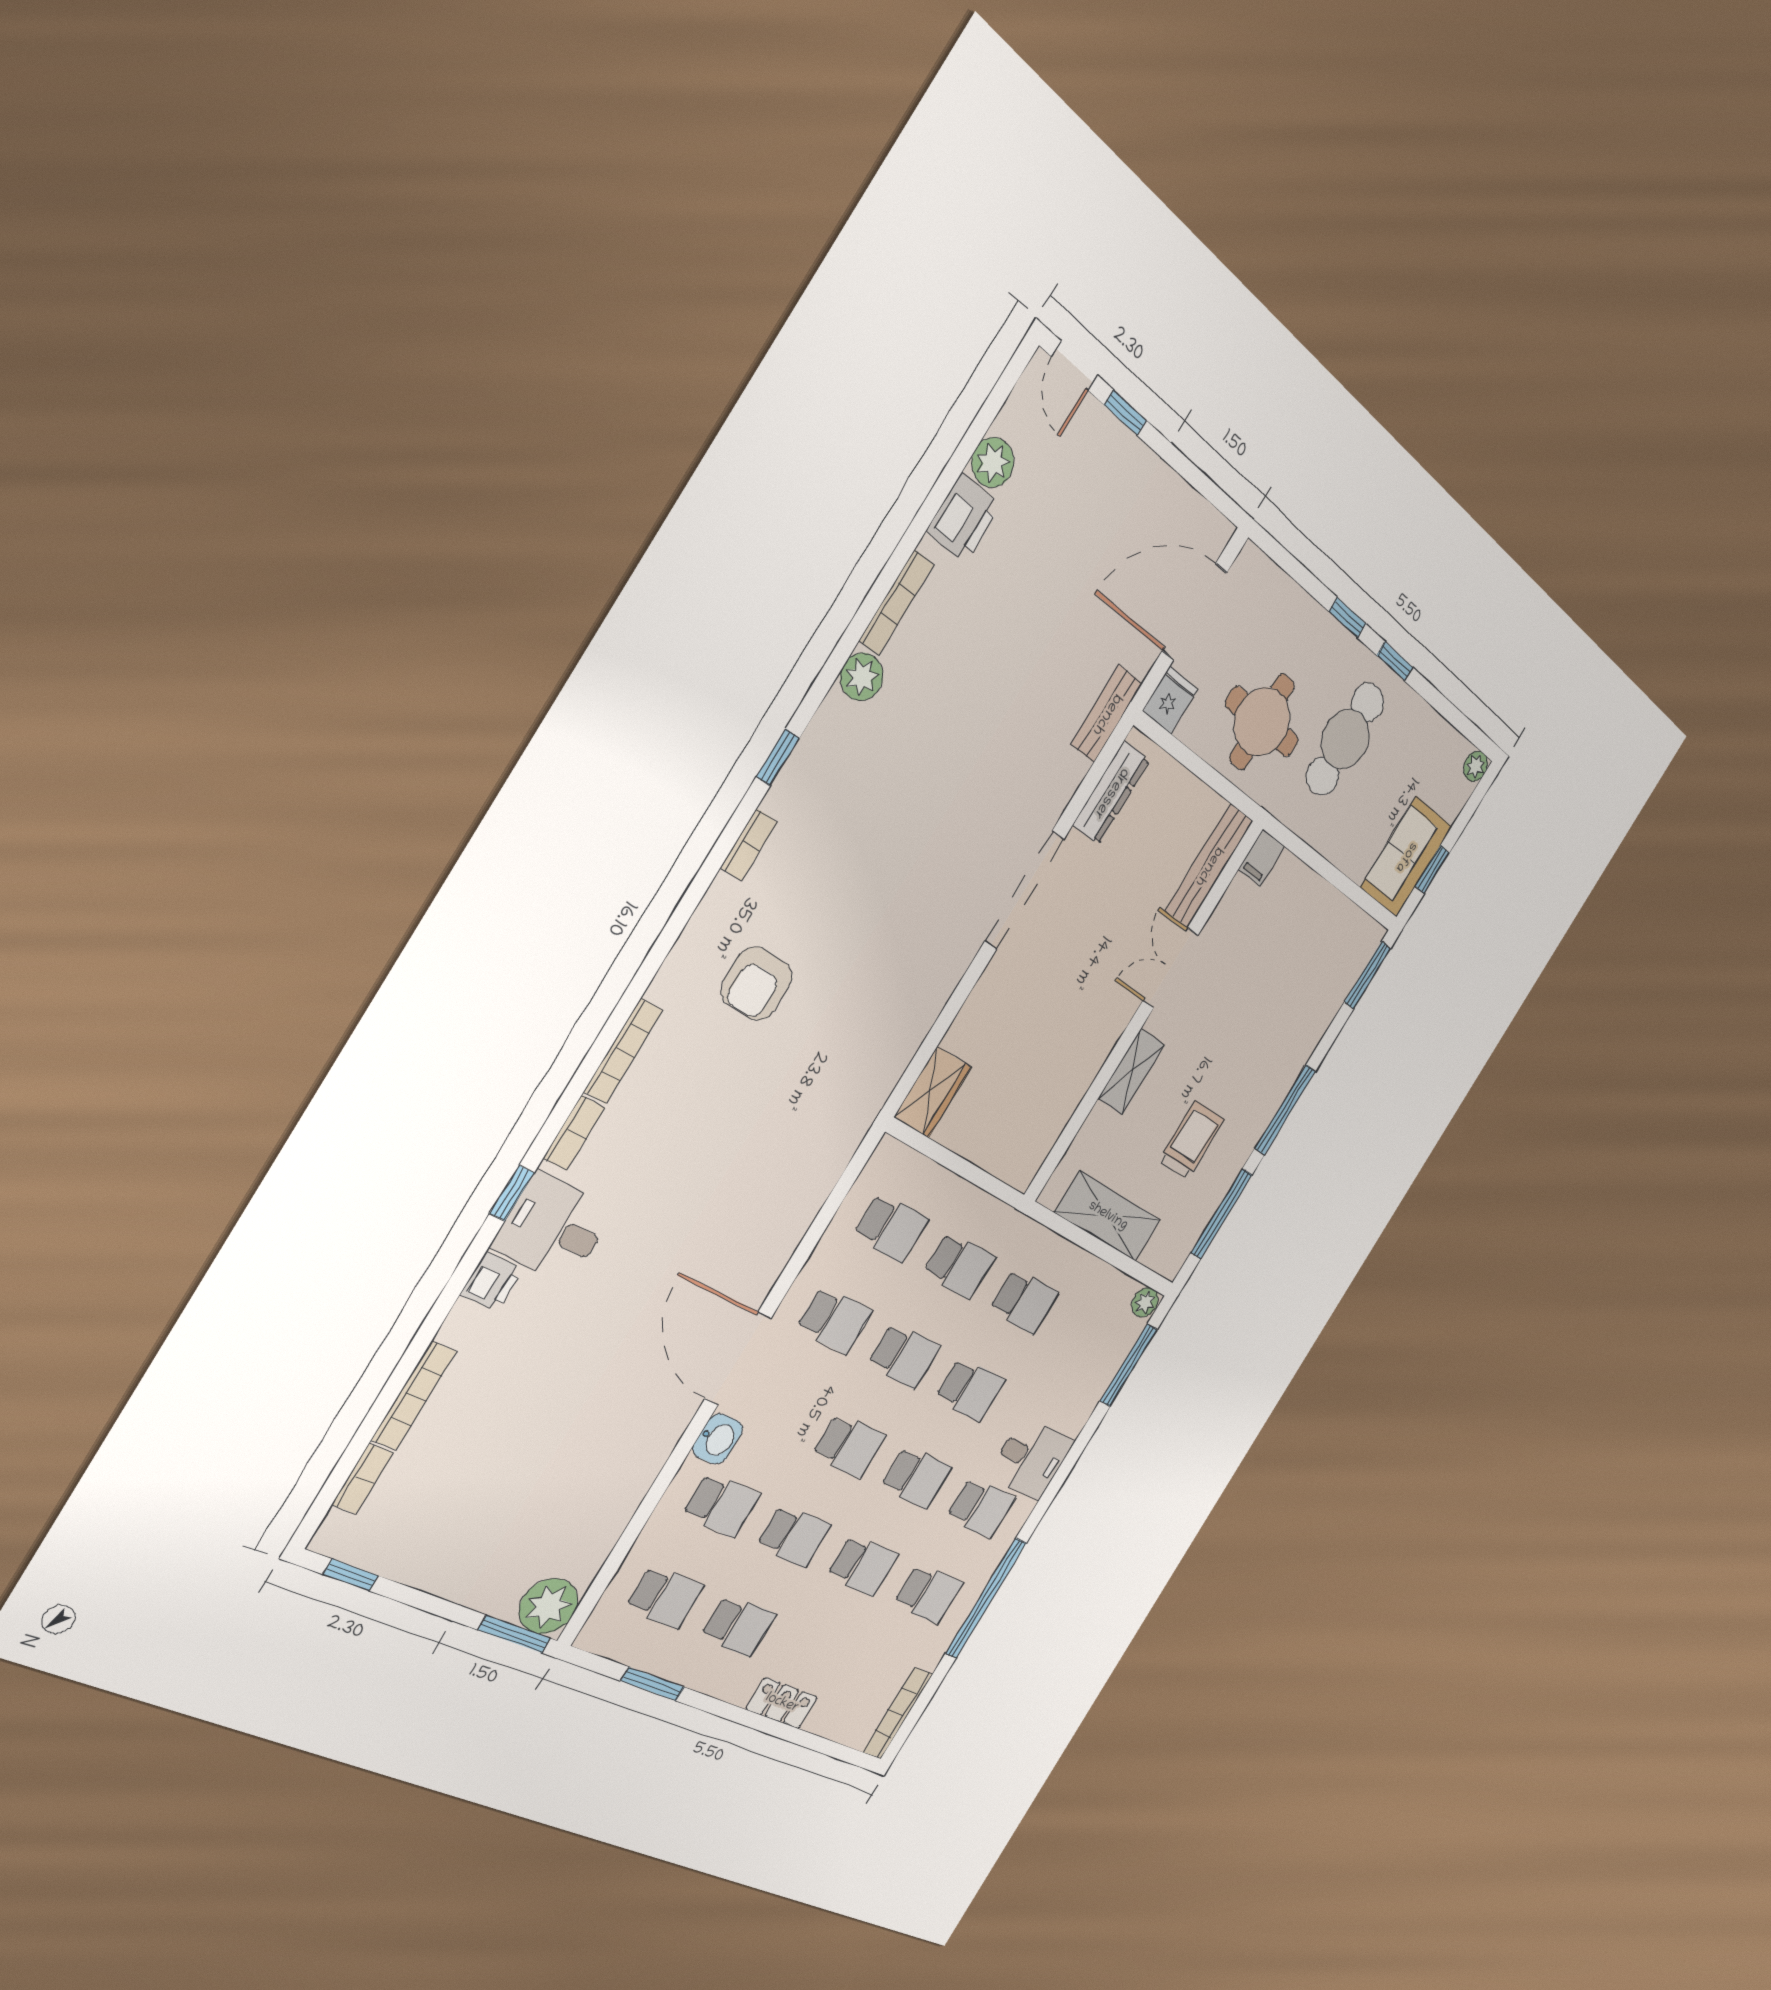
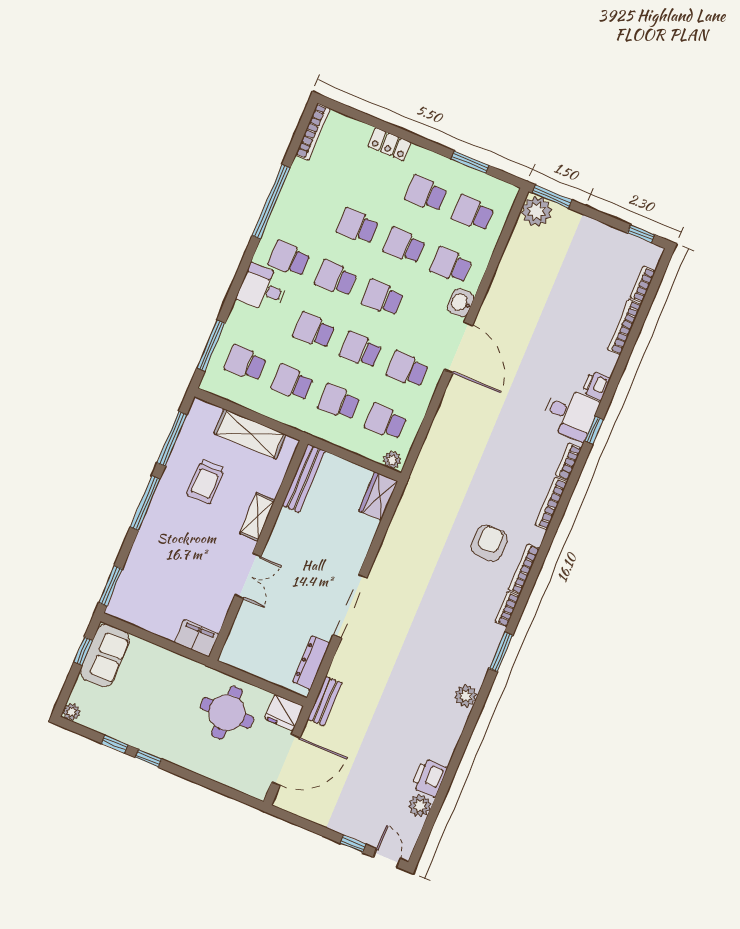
bookcase: (896, 603) -> (524, 569), moved
window: (1347, 618) -> (115, 744), moved
fridge: (1170, 700) -> (284, 712), width x1.38
cafe table: (1345, 739) -> (169, 712), removed
window: (778, 757) -> (501, 652), width x1.50
filing cabinet: (1262, 858) -> (197, 638), width x2.00
bench: (1209, 866) -> (304, 478), moved
plant: (1145, 1302) -> (392, 460), moved
school desk: (928, 1594) -> (245, 363), moved

